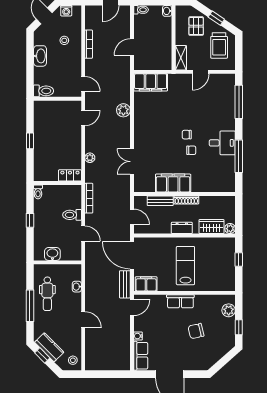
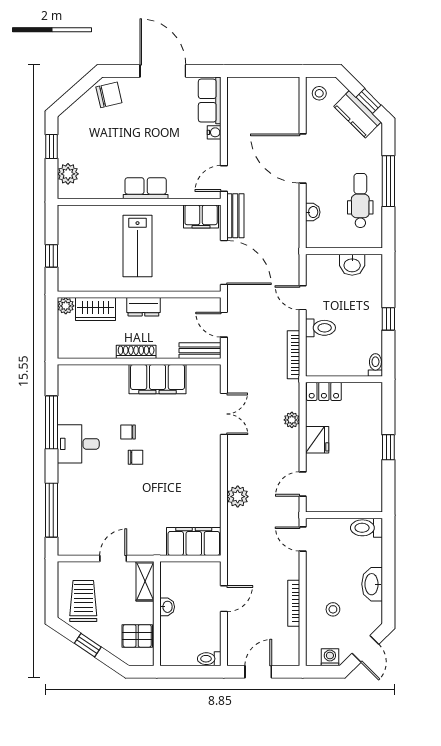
washbasin: (167, 11) -> (167, 607), moved
pallet: (196, 26) -> (137, 636), moved, turned 90
fridge: (74, 145) -> (317, 440), added
bench: (160, 201) -> (200, 351), moved
door: (83, 320) -> (303, 159), width x1.87
chair: (196, 331) -> (109, 95), moved

